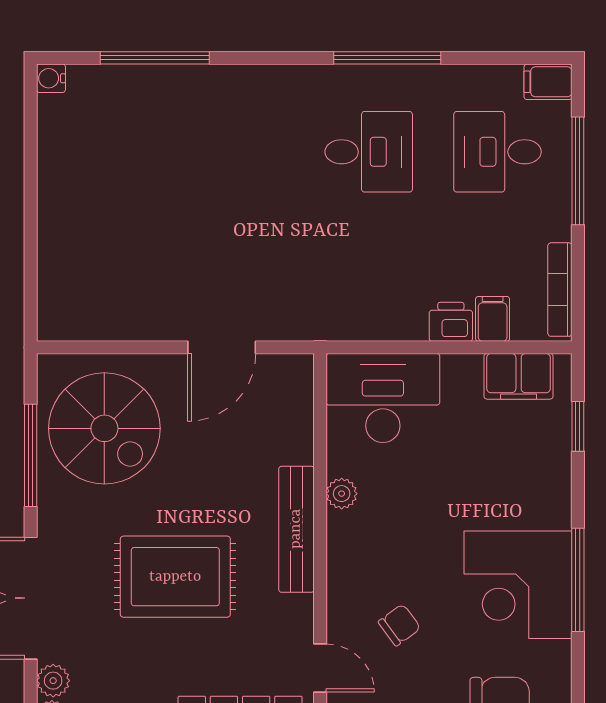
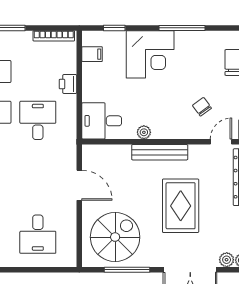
desk: (111, 254) -> (38, 234), added
desk: (369, 254) -> (38, 120), added
filing cabinet: (493, 319) -> (67, 66), removed
filing cabinet: (519, 376) -> (92, 54), width x0.50
desk: (383, 398) -> (102, 121), width x0.73
corner desk: (518, 585) -> (150, 54), moved

